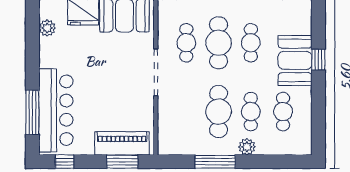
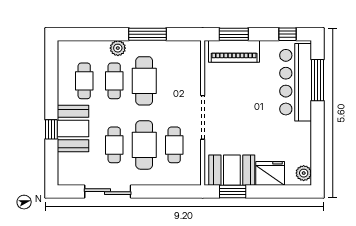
plant: (47, 28) -> (304, 173), moved

